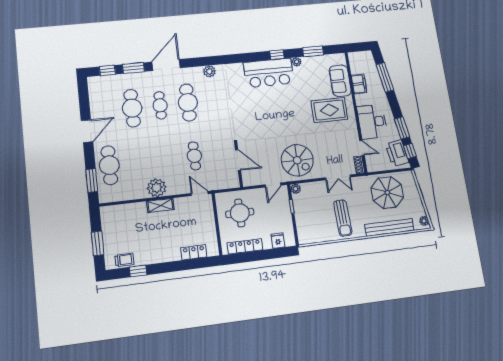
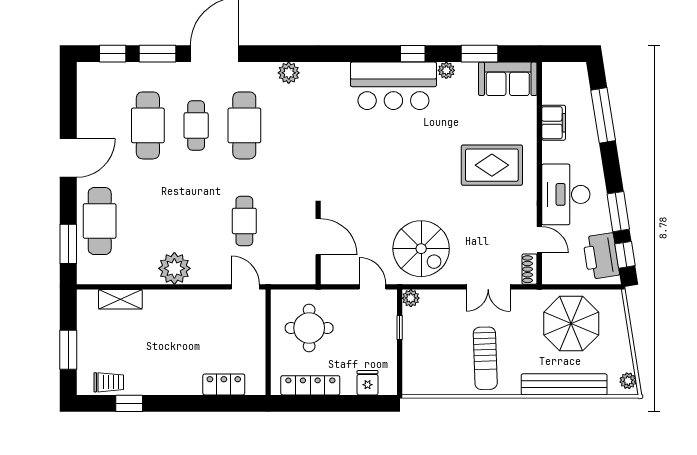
sofa: (340, 81) -> (508, 79), moved, turned -90
door: (273, 185) -> (372, 287), swing flipped
shelving: (160, 205) -> (120, 299), moved

